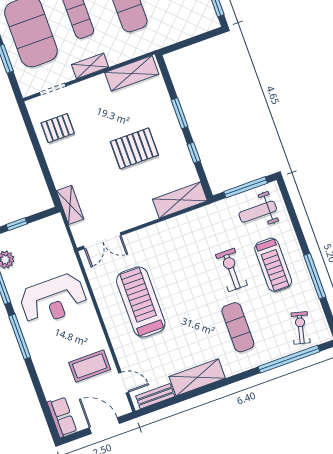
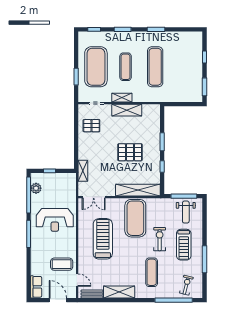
shelving: (132, 73) -> (127, 110), moved
shelving: (180, 200) -> (138, 190), width x1.47
weight bench: (258, 212) -> (186, 212), turned -90
exercise mat: (181, 250) -> (135, 218), added

